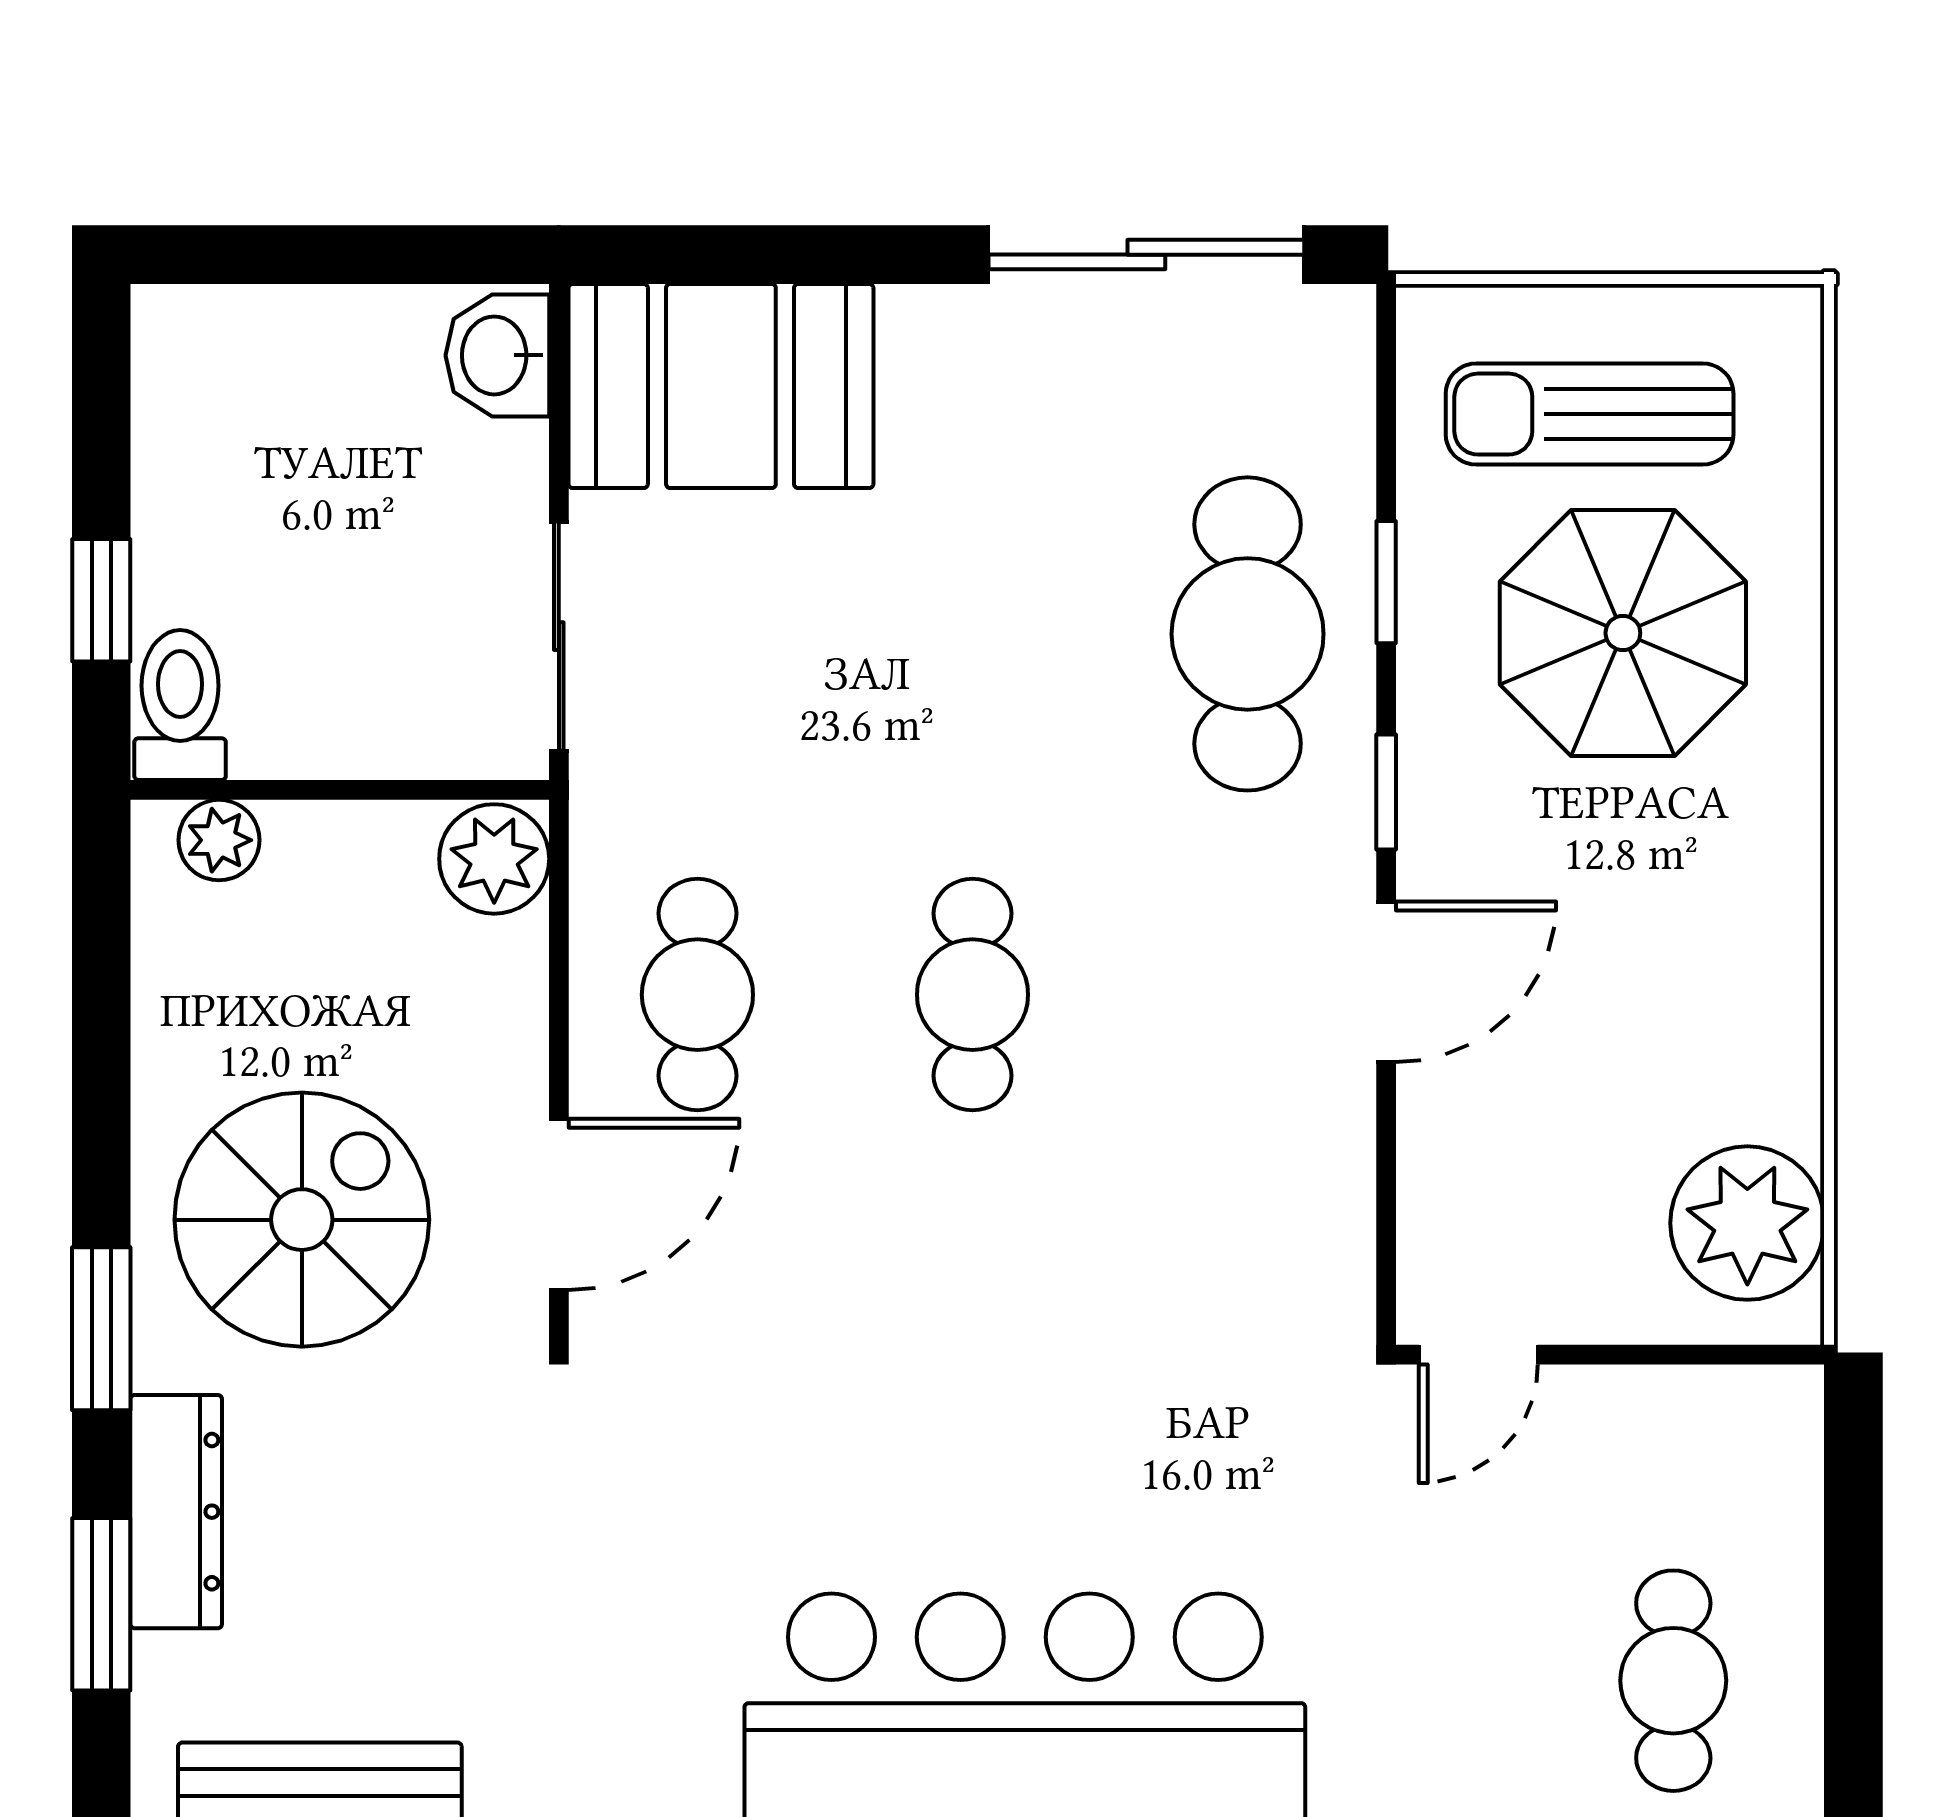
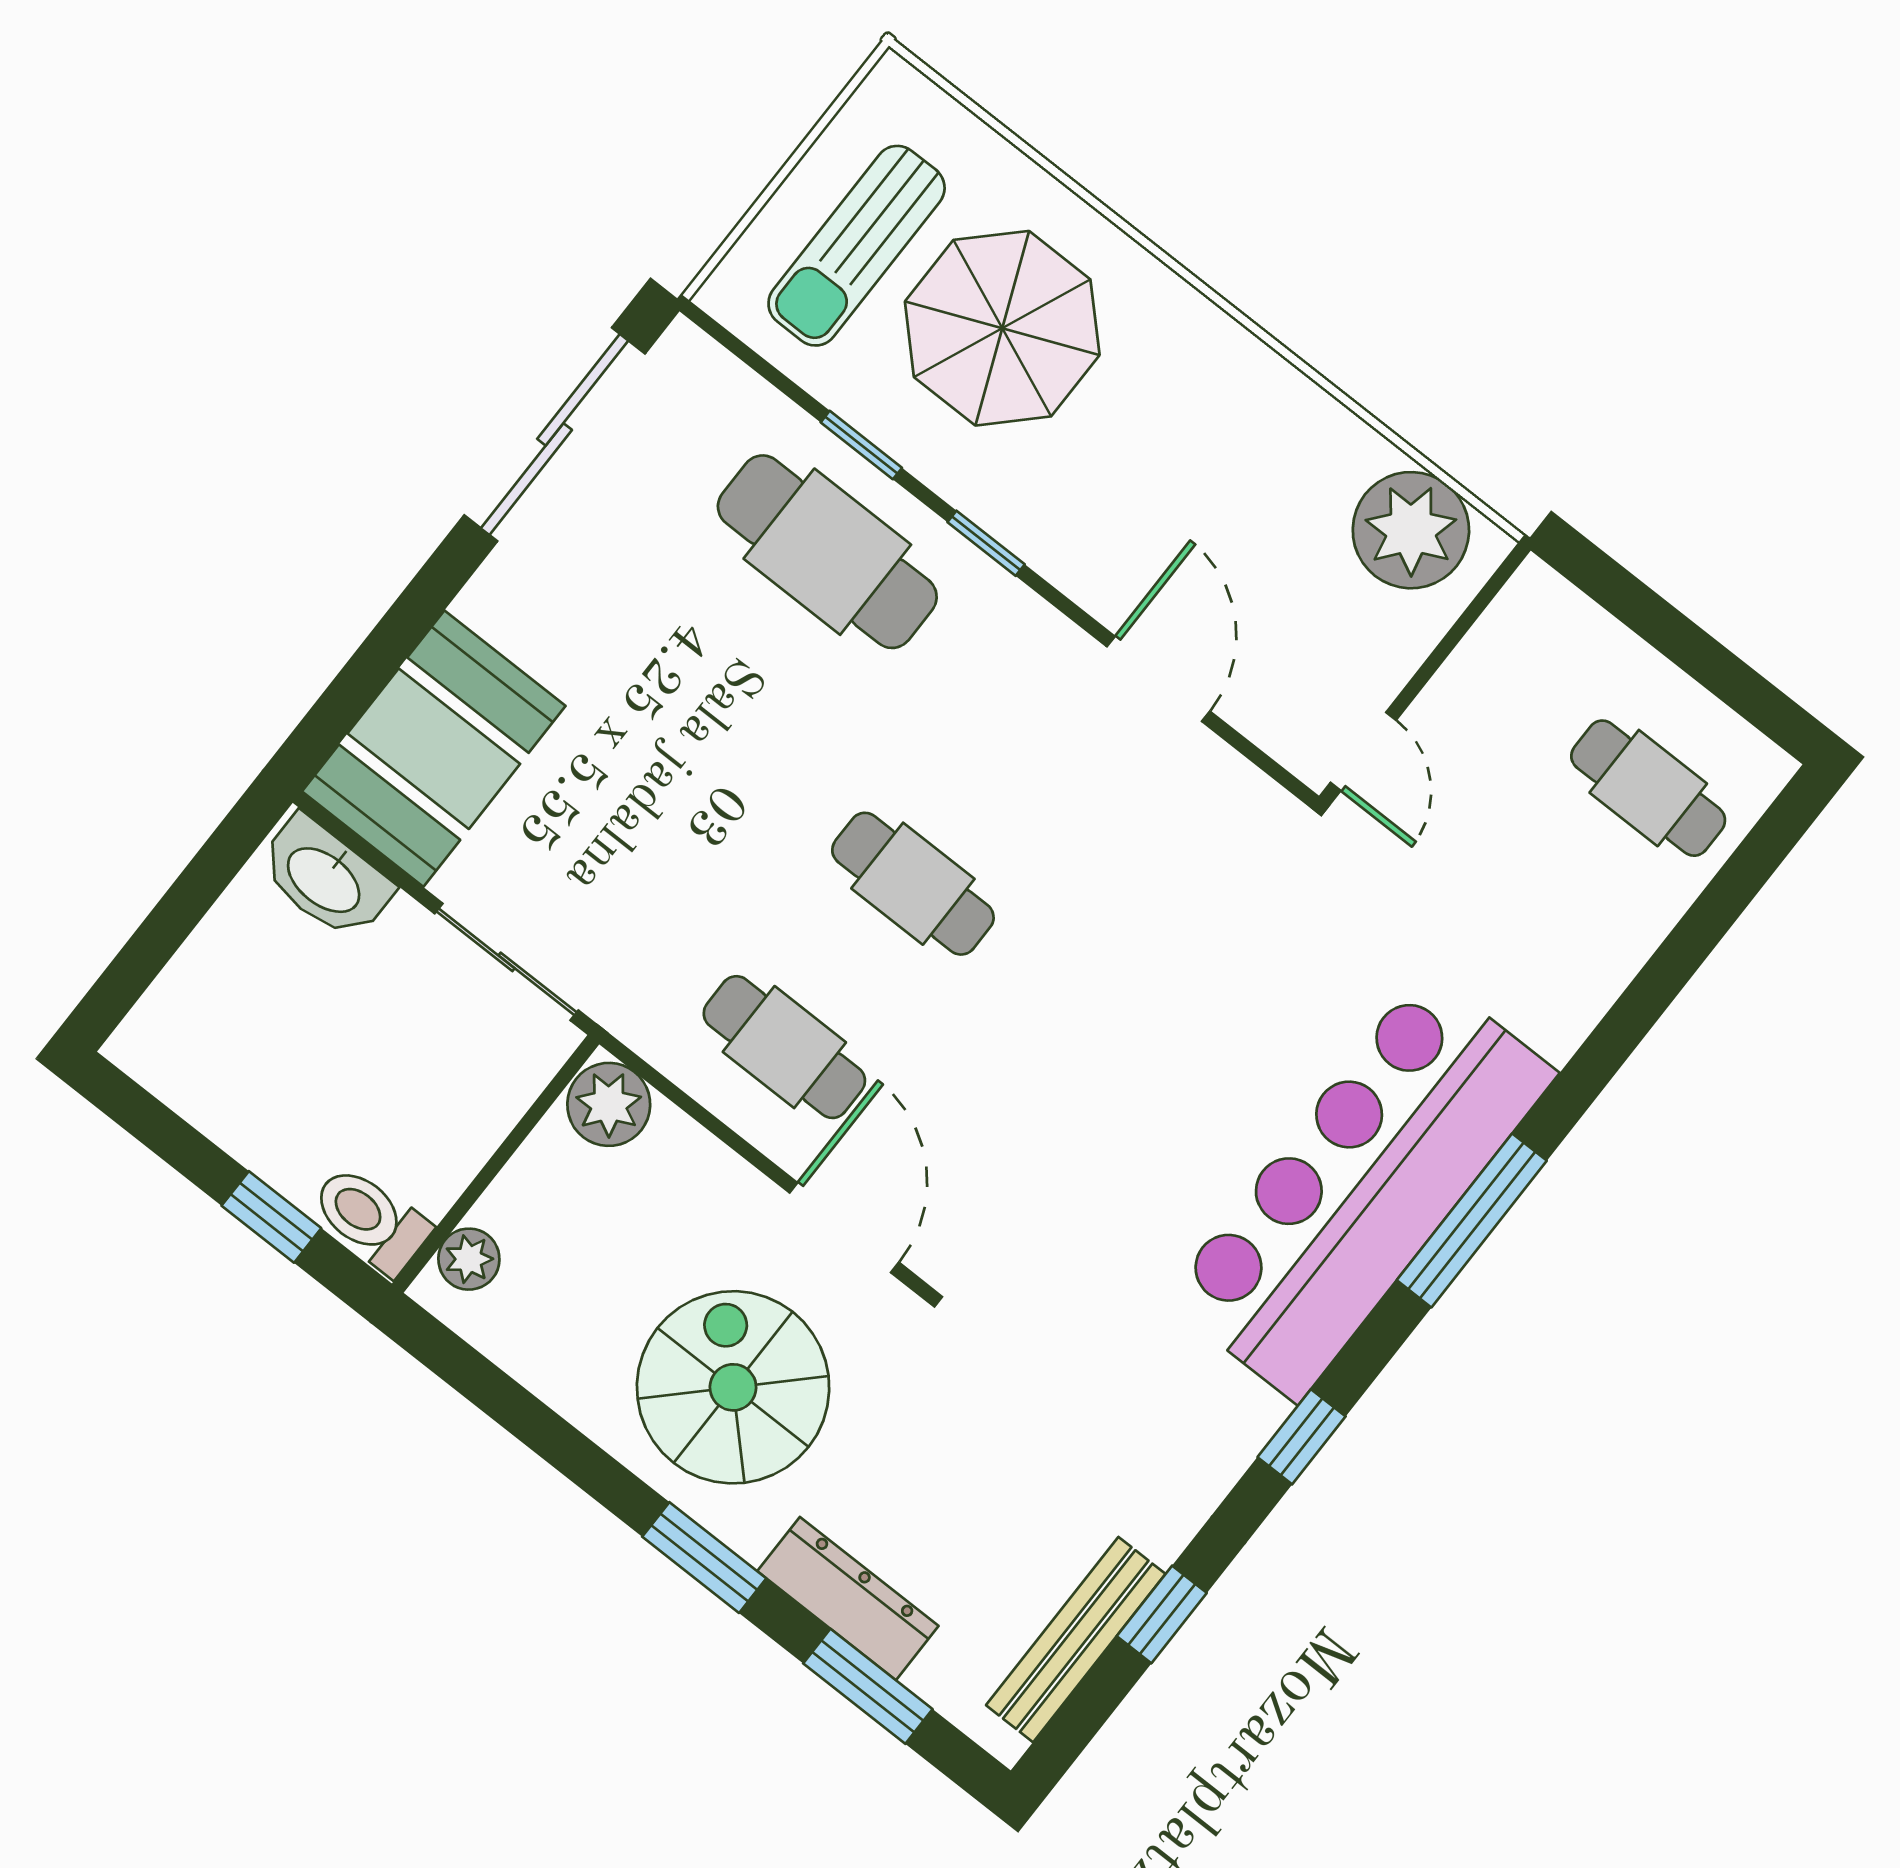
washbasin: (497, 355) -> (325, 878), width x1.38
door: (1386, 982) -> (1158, 679), moved

